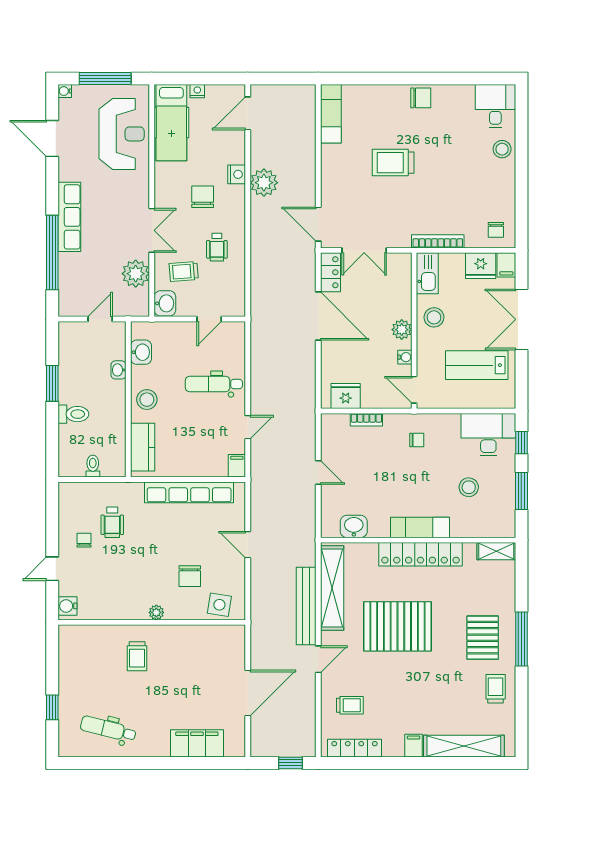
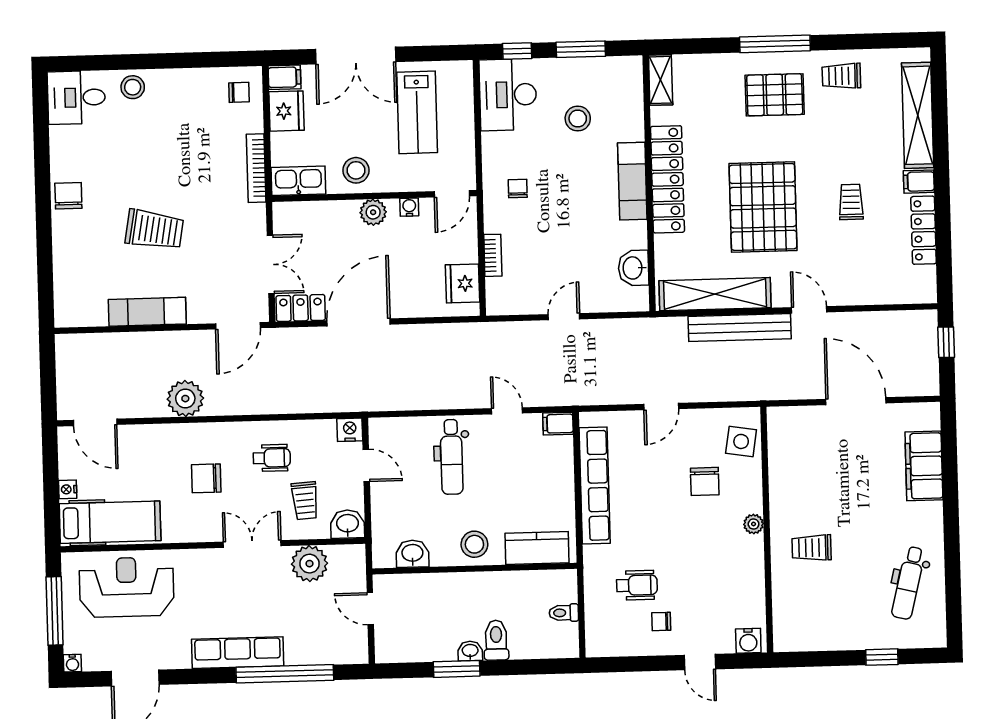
exam couch: (331, 114) -> (147, 312), moved
trolley: (393, 163) -> (154, 230), turned -80
nightstand: (237, 174) -> (350, 430), moved
washbasin: (118, 370) -> (470, 651), moved, turned 180
chair: (190, 576) -> (705, 481), turned 90
trolley: (137, 656) -> (812, 548), turned 180
trolley: (350, 705) -> (851, 202), moved
locker: (354, 748) -> (924, 230), moved

